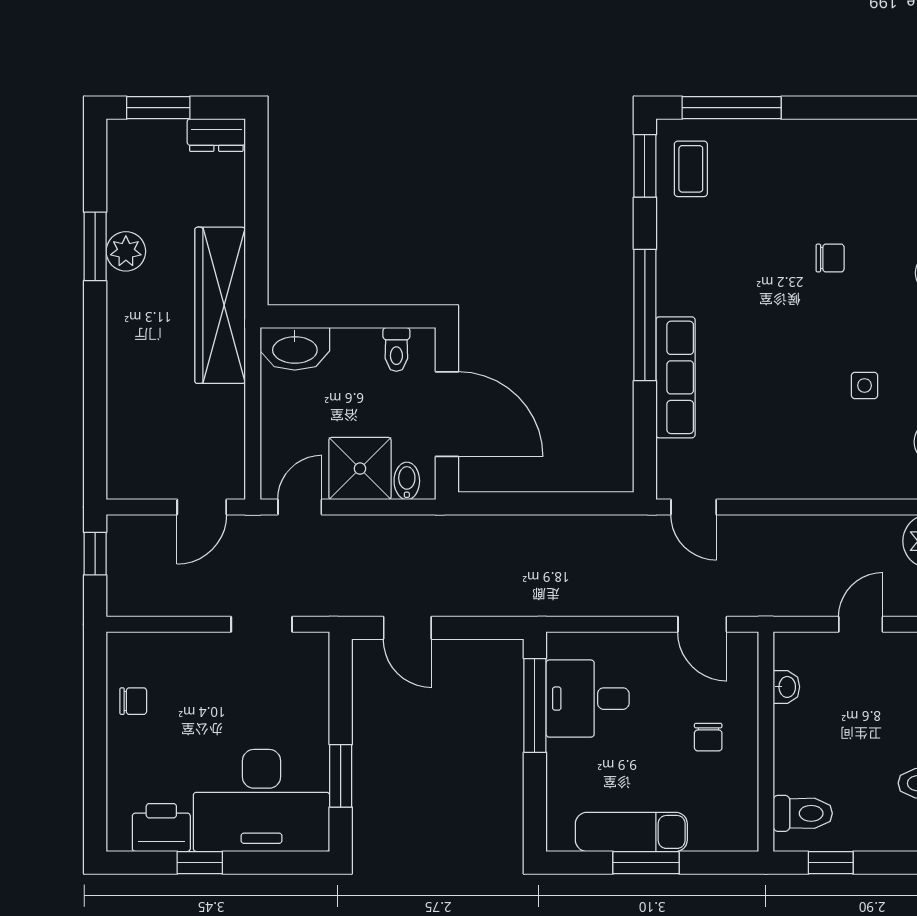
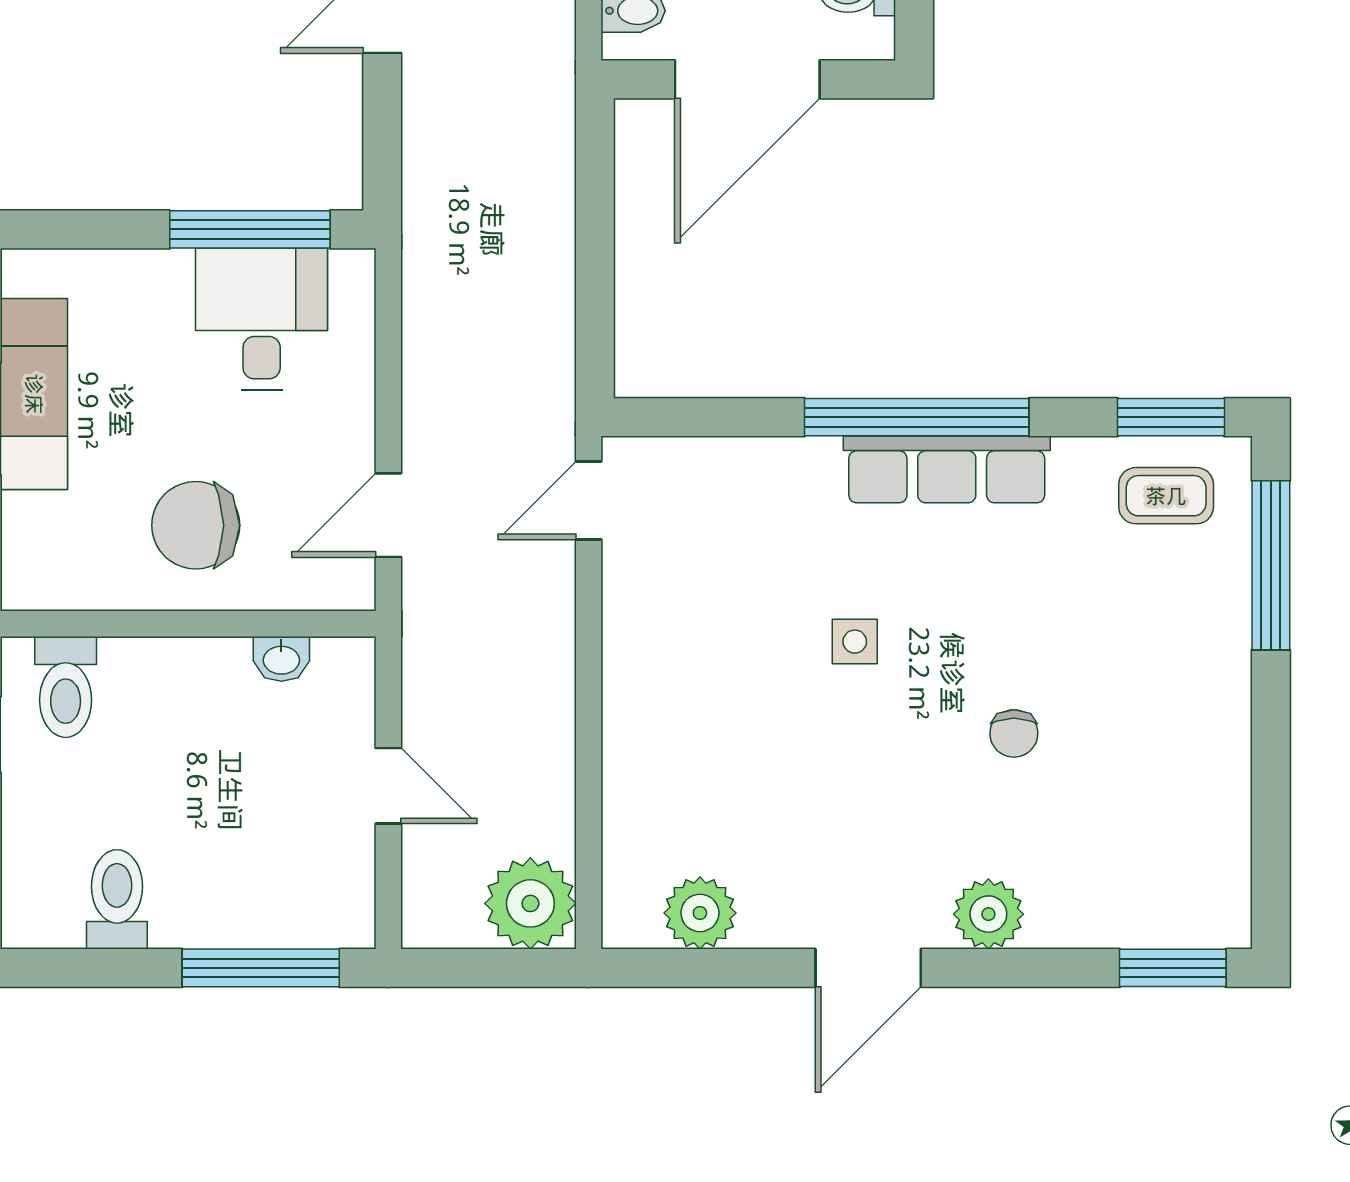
row of seats: (675, 377) -> (947, 469), moved
side table: (865, 385) -> (855, 642), moved
chair: (708, 737) -> (196, 525), width x1.87, depth x1.87

